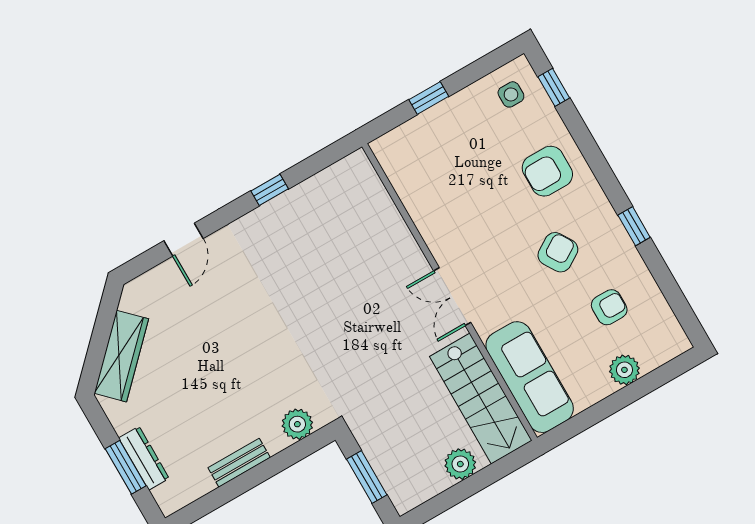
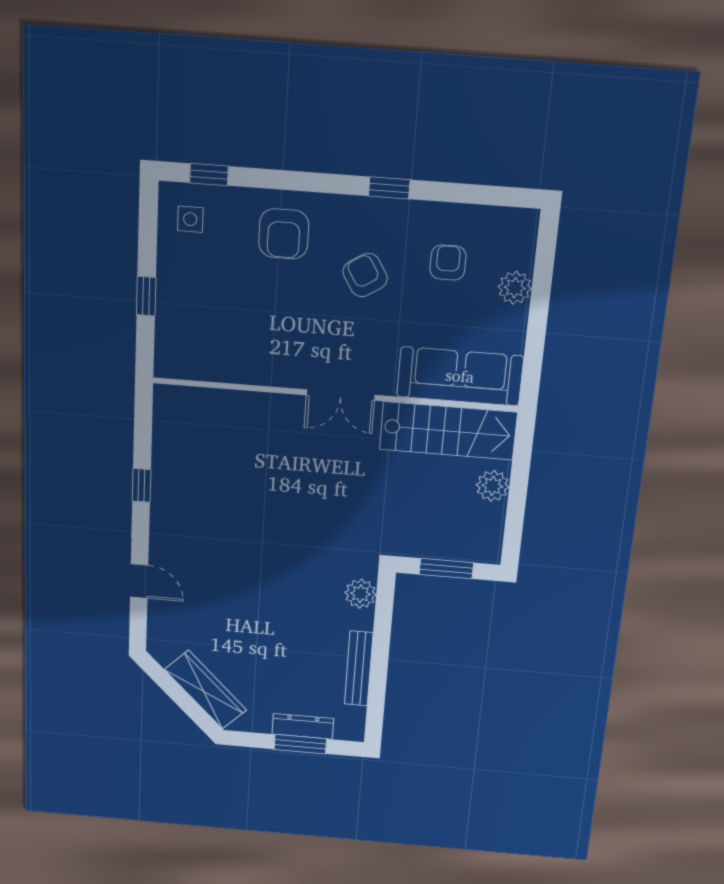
bench: (239, 463) -> (359, 669), width x1.36

